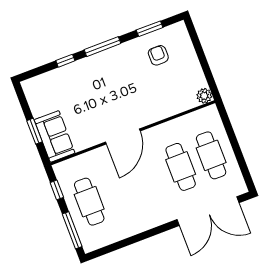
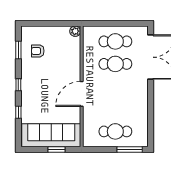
window: (103, 47) -> (18, 85), width x0.46
sofa: (55, 136) -> (51, 135), width x1.85, depth x1.27
door: (123, 137) -> (82, 94), swing flipped
window: (57, 190) -> (100, 150), removed

